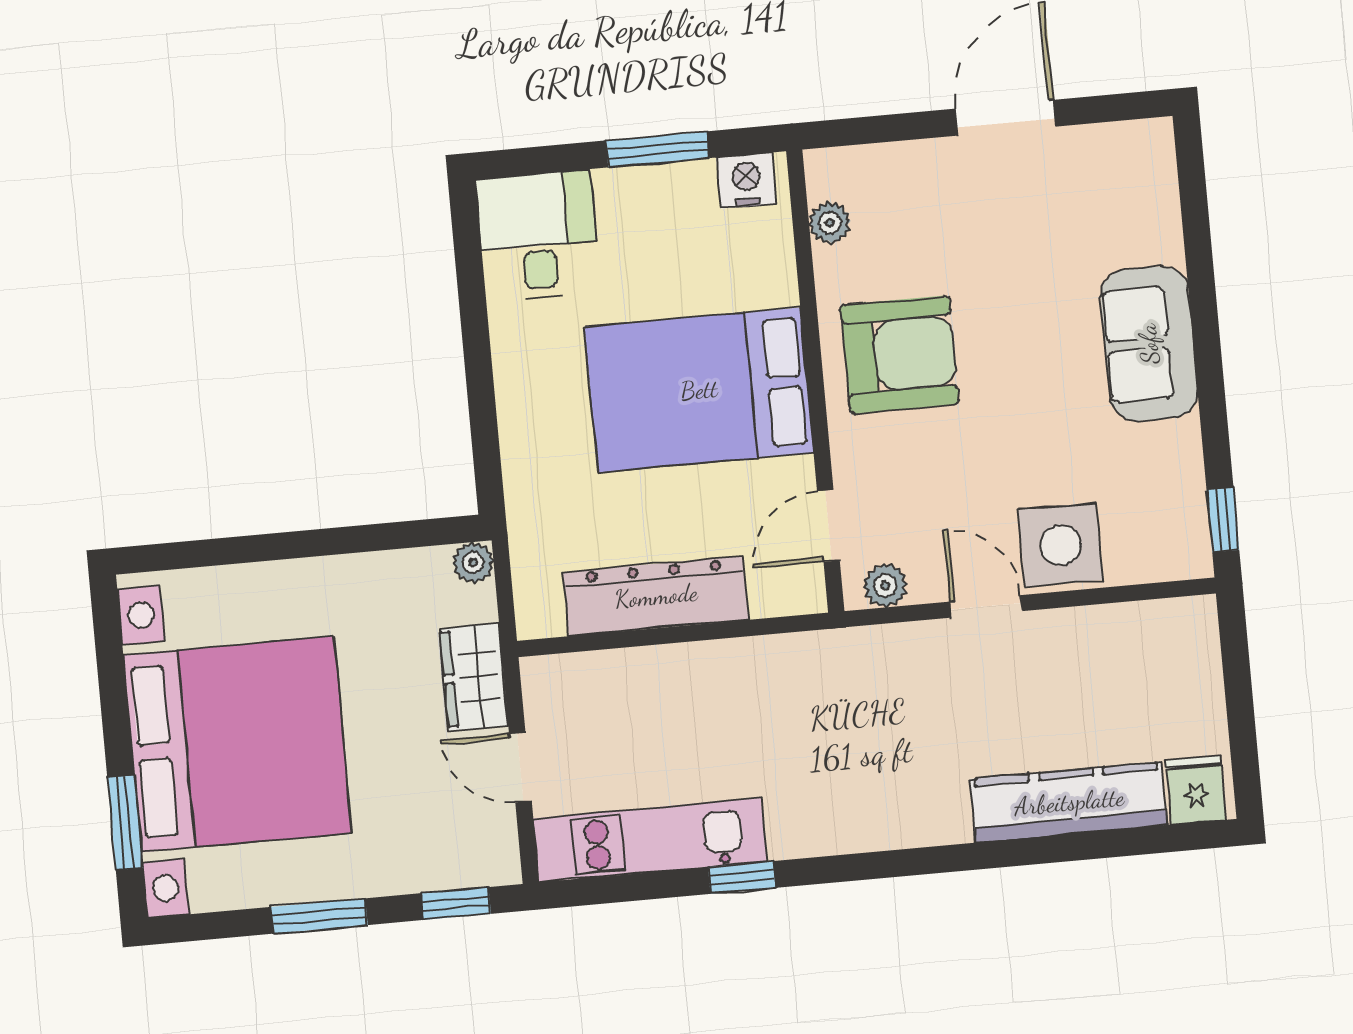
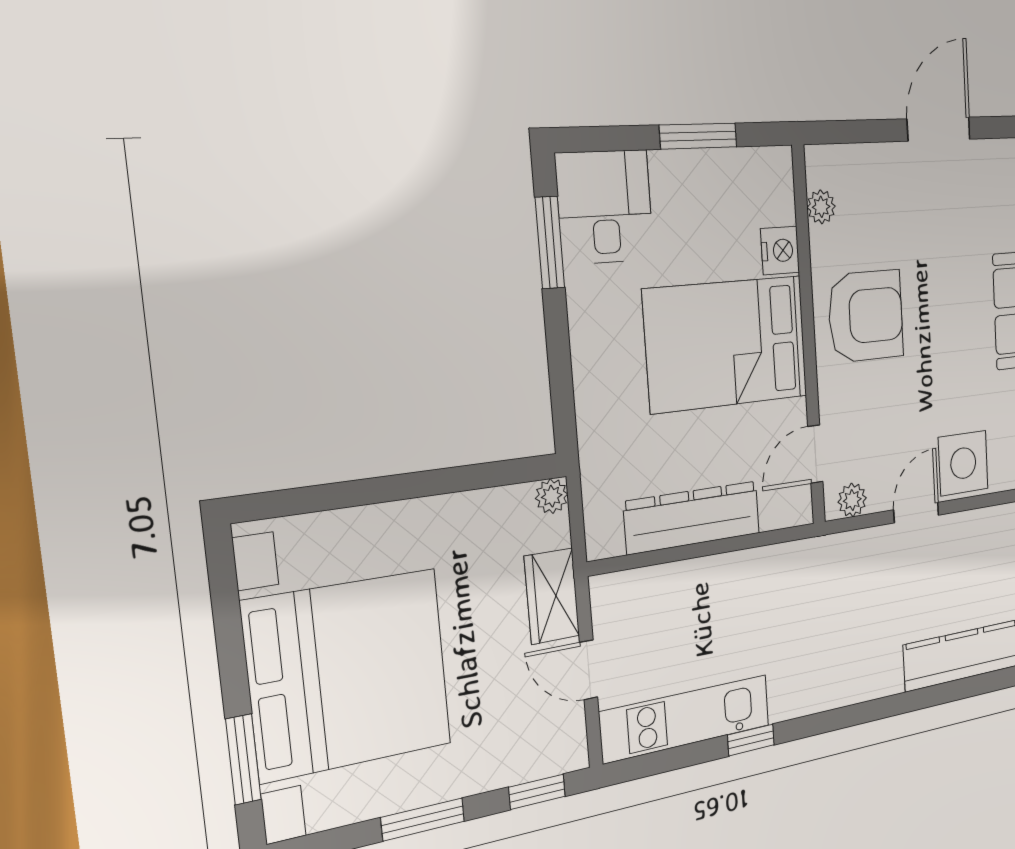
nightstand: (746, 181) -> (780, 251), moved, turned 90
window: (470, 278) -> (550, 243), added
door: (986, 606) -> (916, 512), hinge flipped

